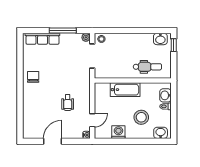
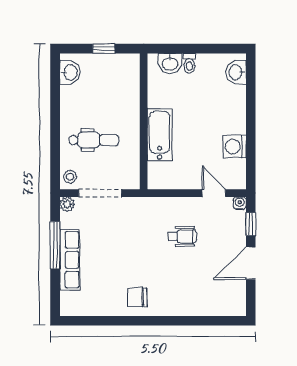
row of seats: (42, 39) -> (70, 260), moved
window: (174, 45) -> (104, 49), moved
dental chair: (147, 67) -> (94, 140), moved, turned 90
stool: (141, 117) -> (209, 106), removed
door: (53, 141) -> (251, 263), hinge flipped
window: (75, 141) -> (251, 224), added

